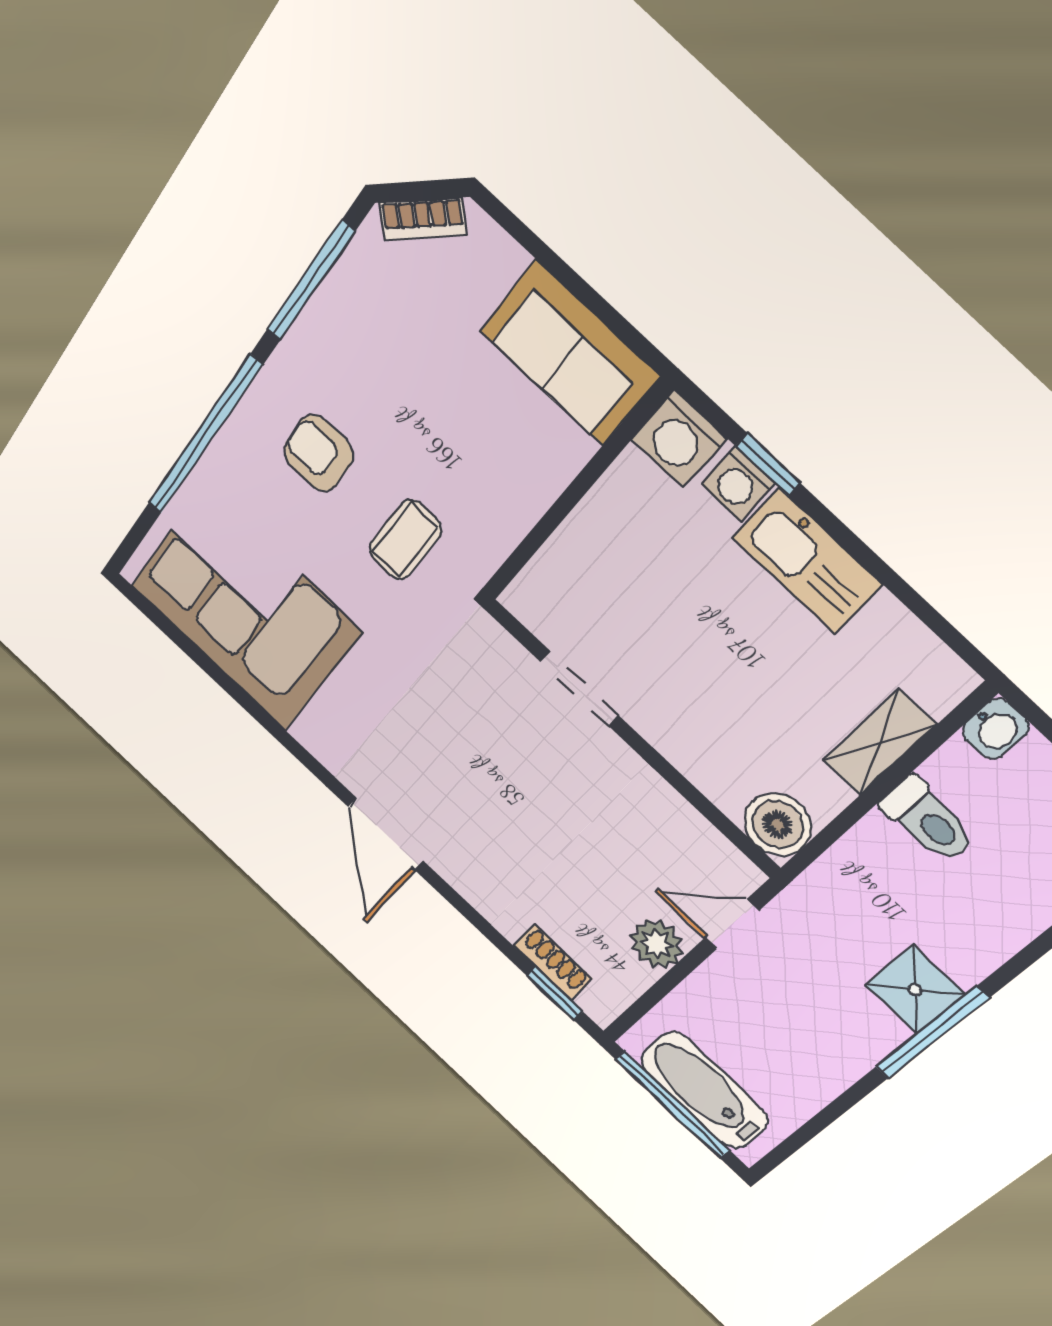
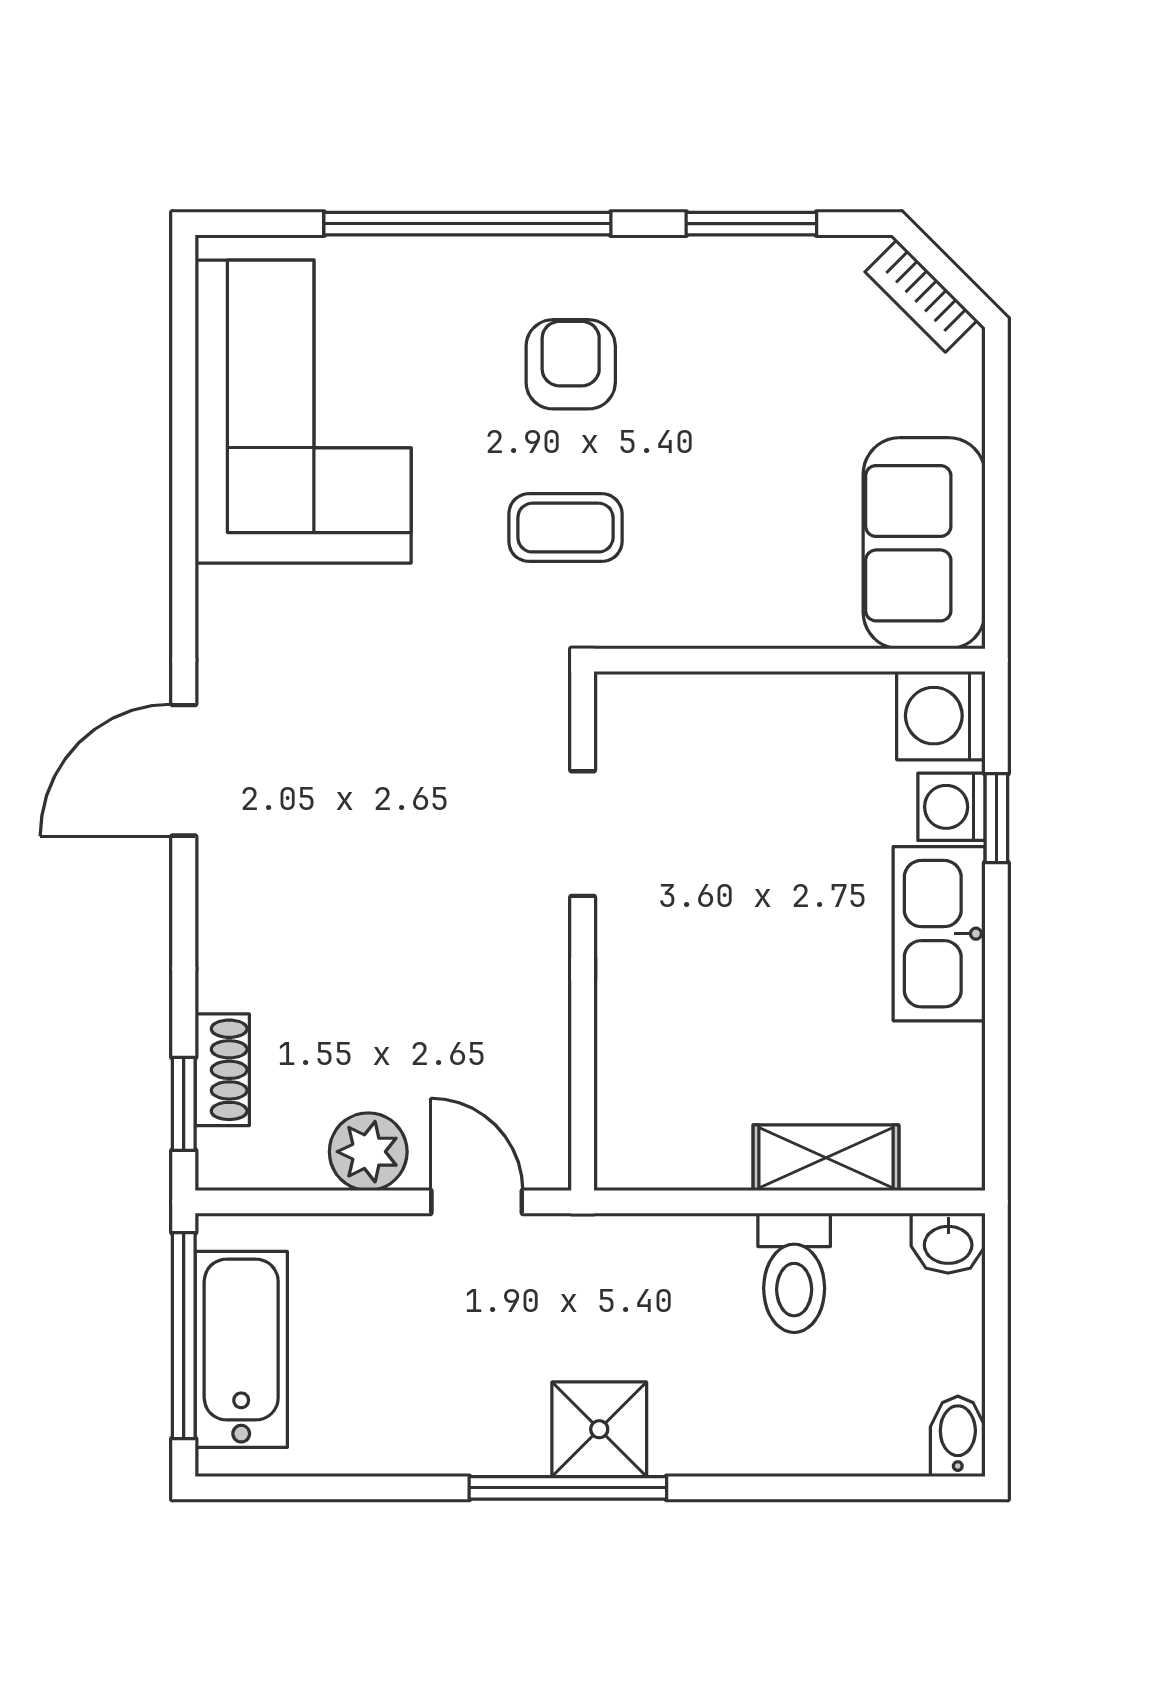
window: (311, 281) -> (751, 224), width x0.69
boiler: (777, 825) -> (639, 1146), removed

